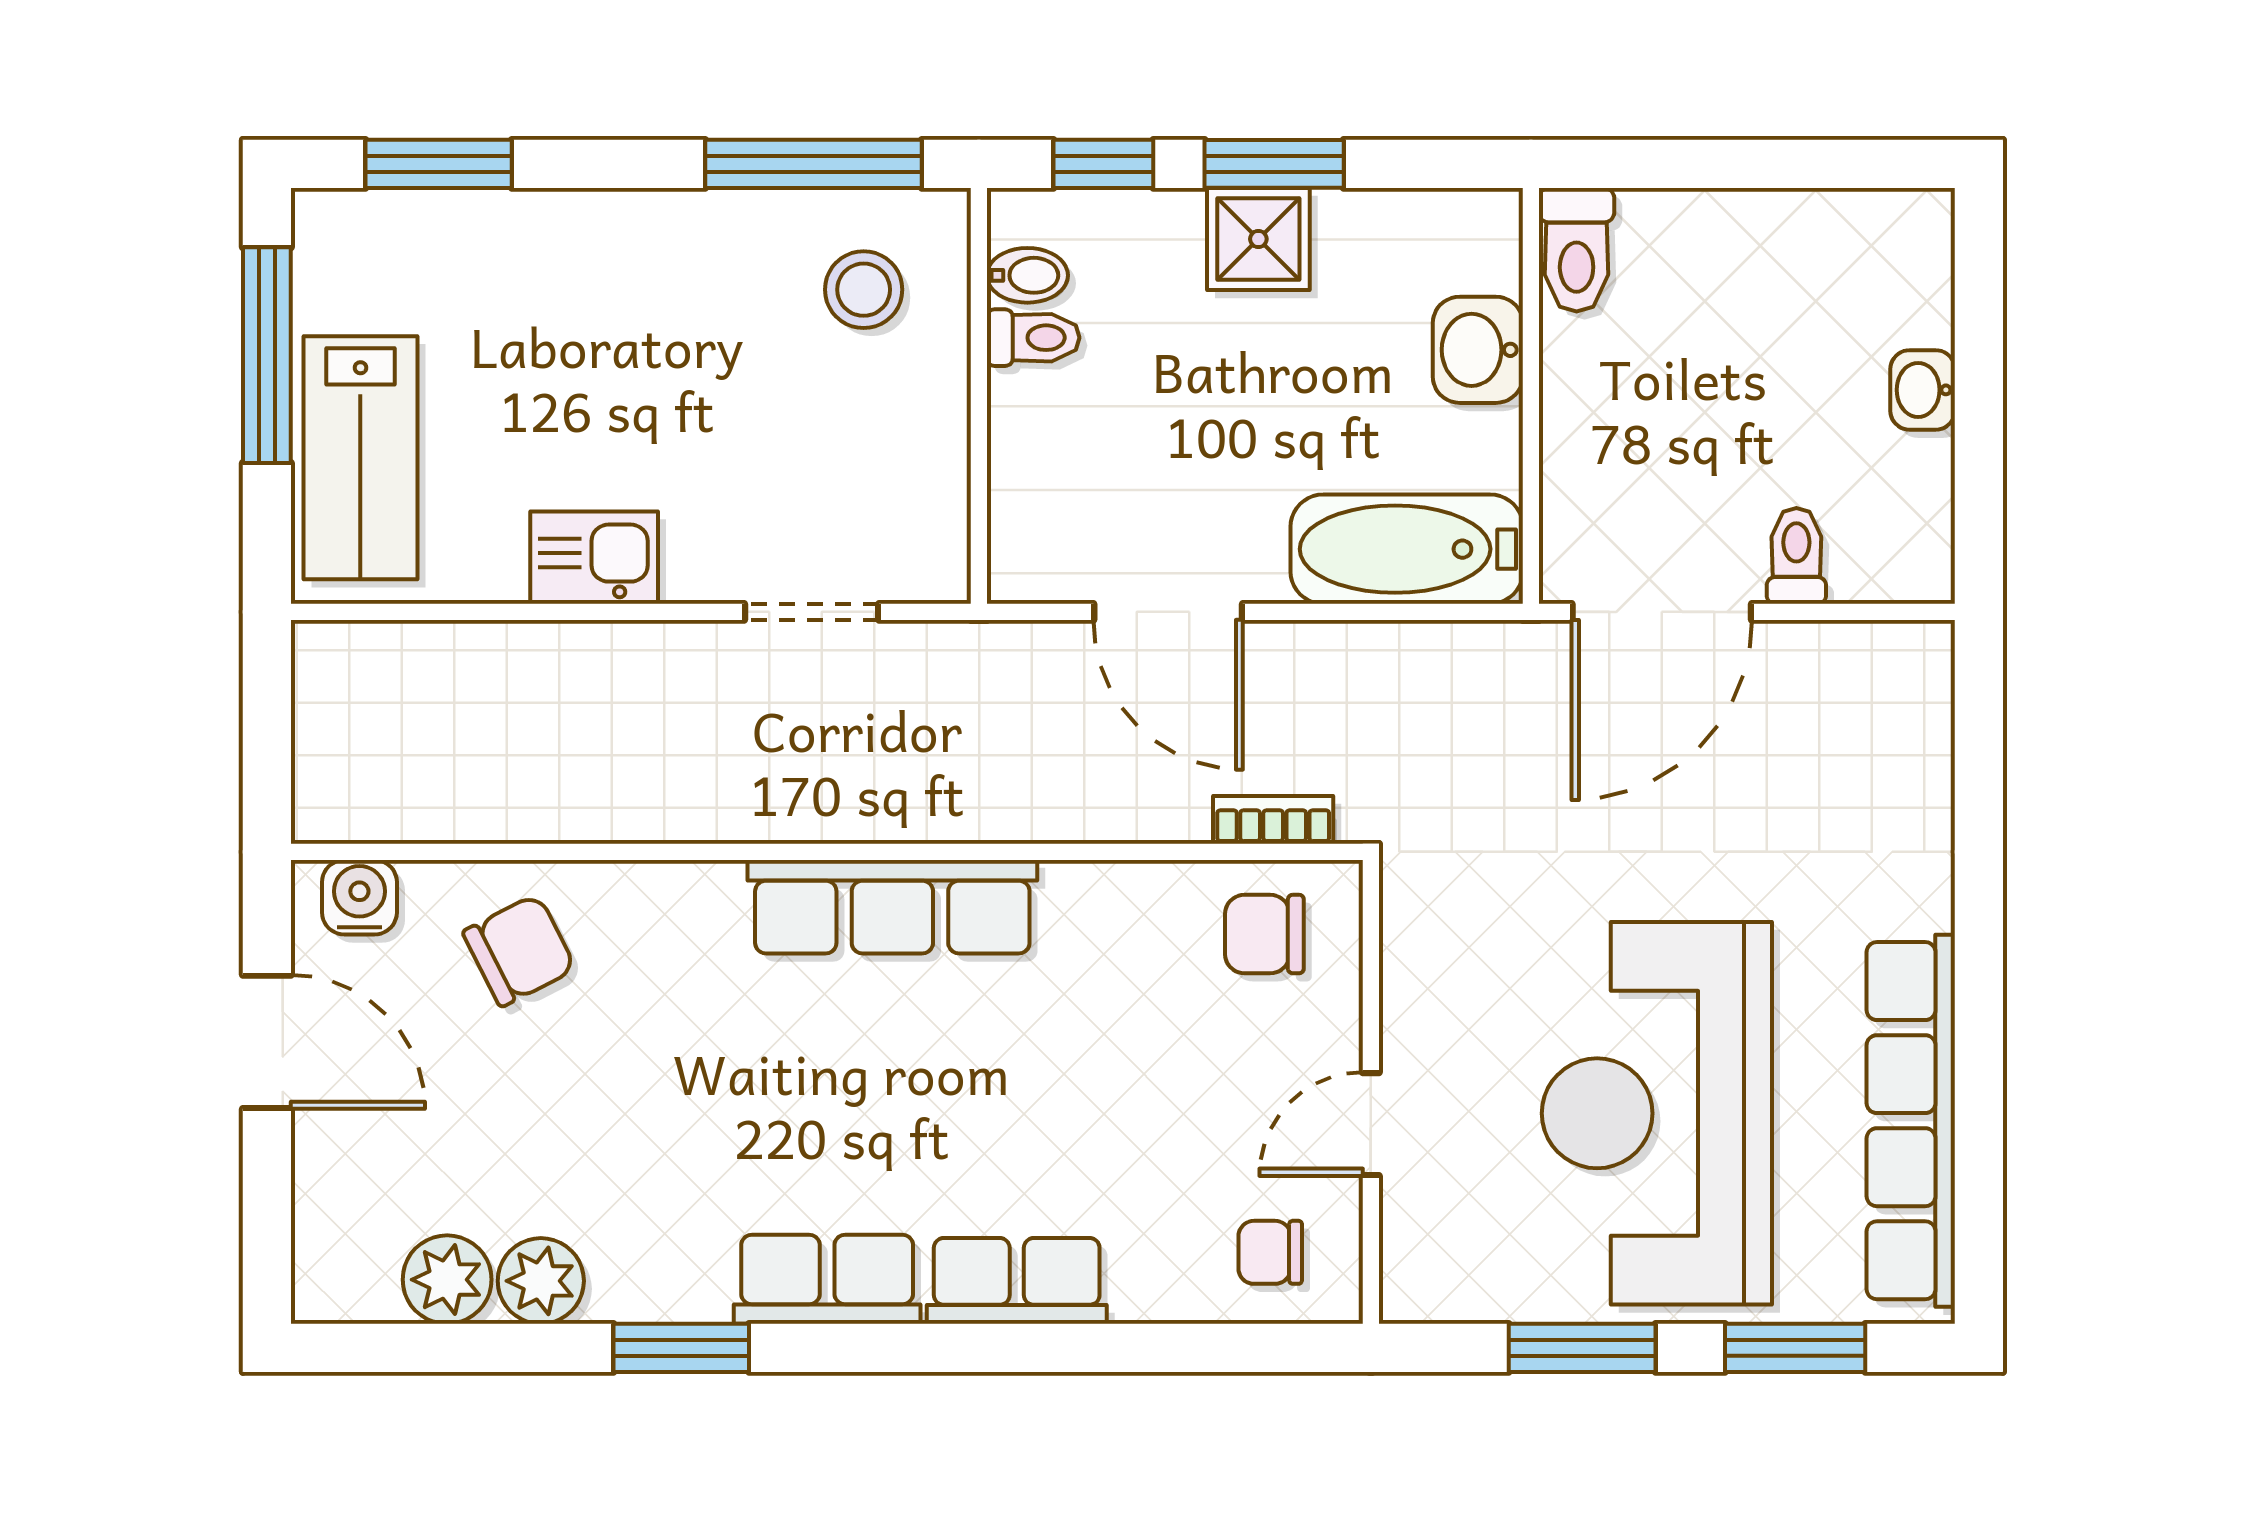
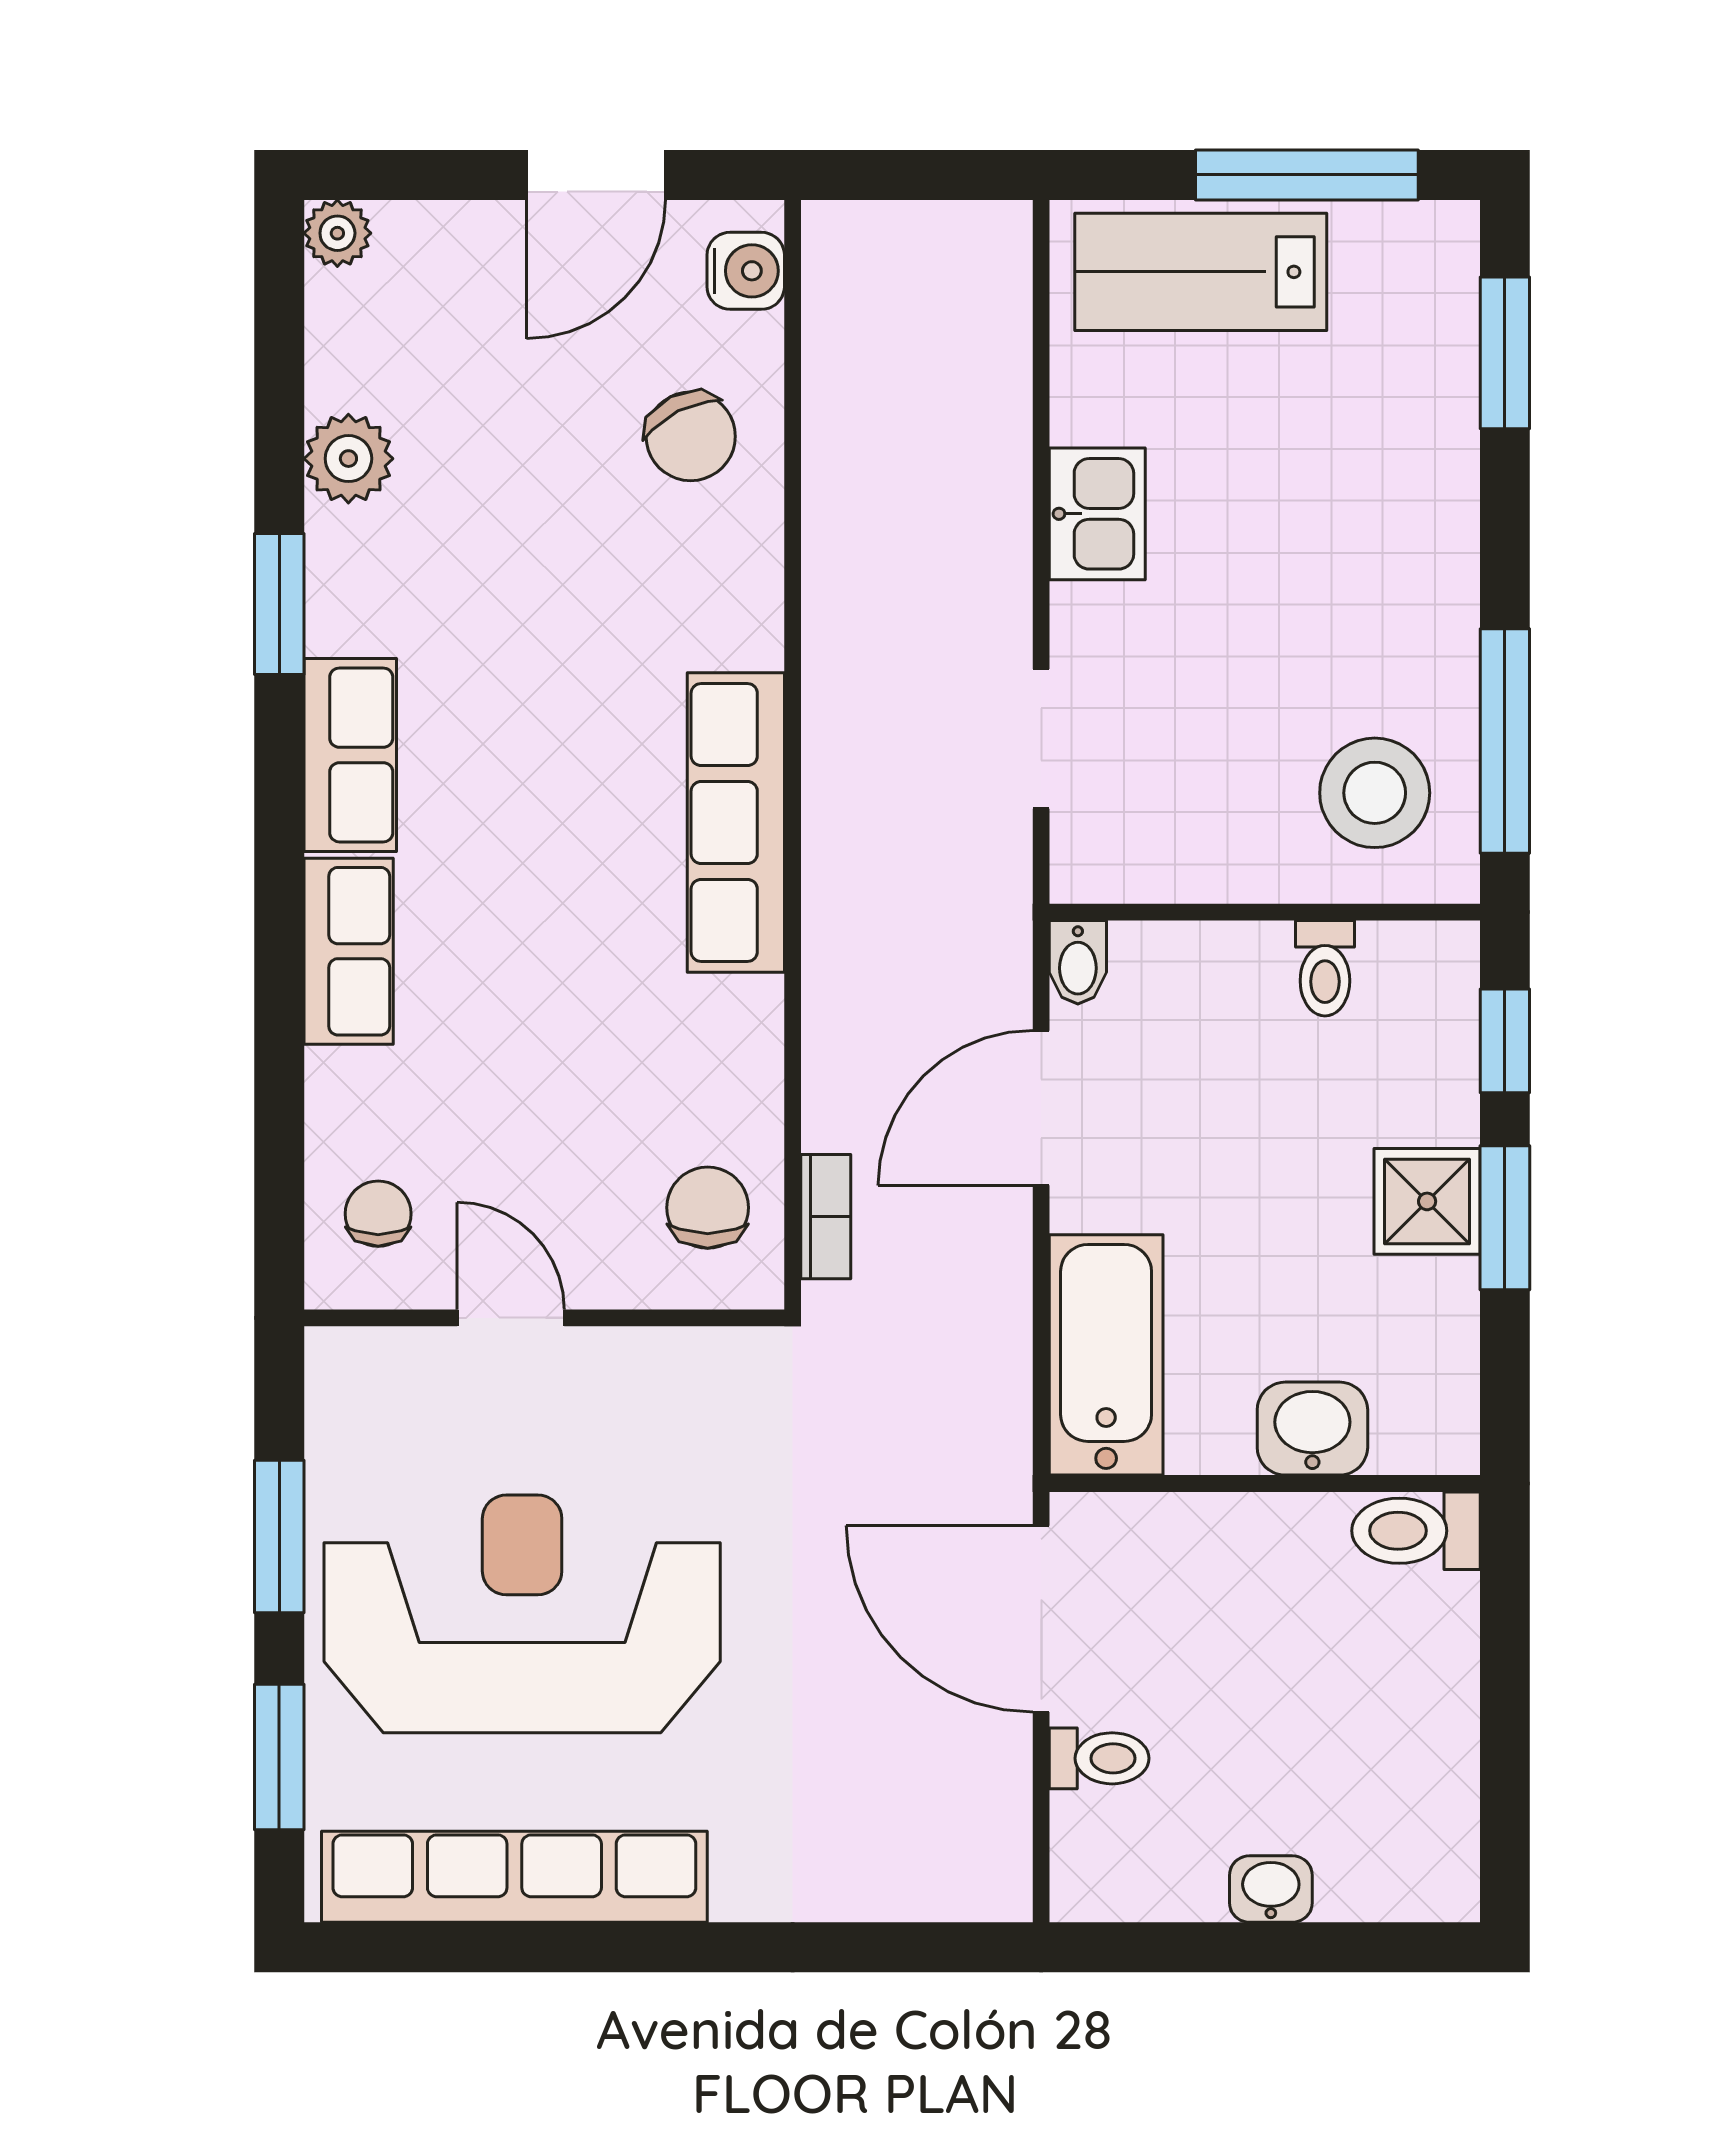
bidet: (1027, 275) -> (1078, 962), moved
stool: (864, 290) -> (1375, 793), width x1.38, depth x1.38
plant: (447, 1280) -> (337, 233), moved, width x0.73, depth x0.73

